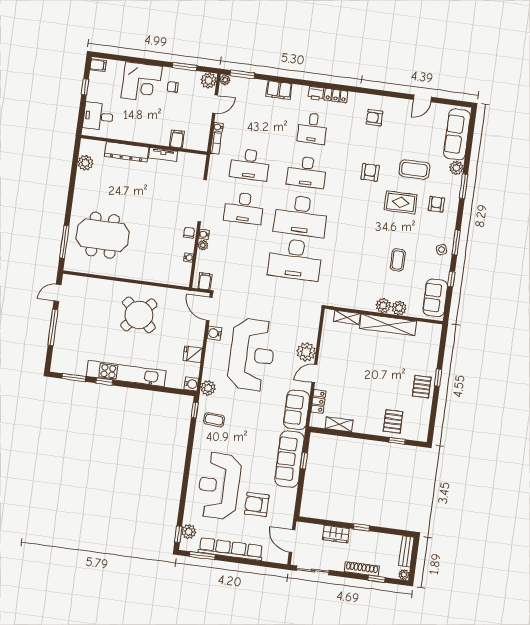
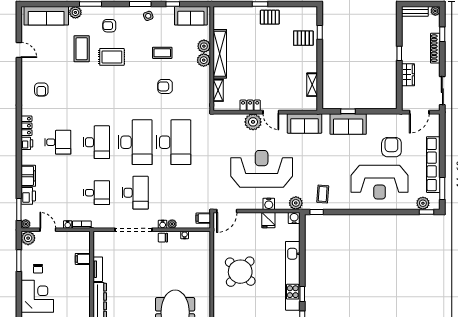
printer: (256, 87) -> (28, 196), added
desk: (250, 164) -> (96, 193), width x0.73
armchair: (370, 172) -> (165, 86), moved
rug: (401, 202) -> (112, 57), turned 90
water cooler: (214, 333) -> (269, 204), moved
locker: (318, 401) -> (250, 105), moved
sofa: (289, 459) -> (348, 124), width x0.73
armchair: (257, 504) -> (391, 147), turned 180

